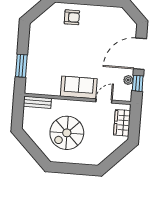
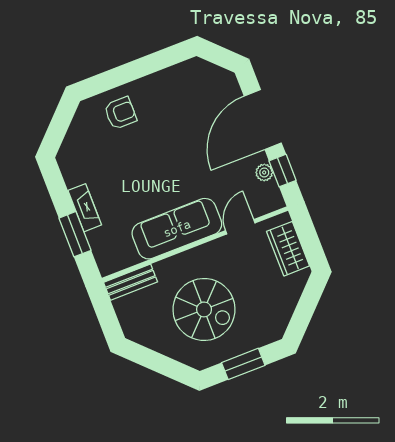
fireplace: (32, 55) -> (85, 208), added
sofa: (79, 87) -> (177, 229), width x1.36
spiral stairs: (67, 133) -> (204, 309), turned -90
window: (73, 169) -> (243, 364), added

